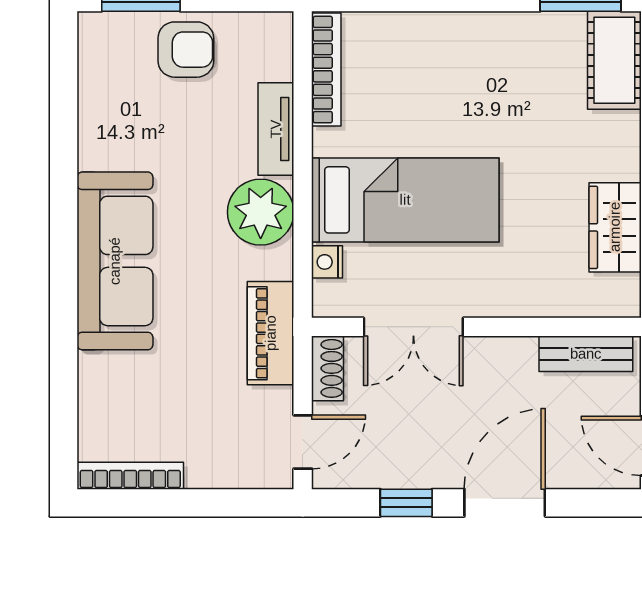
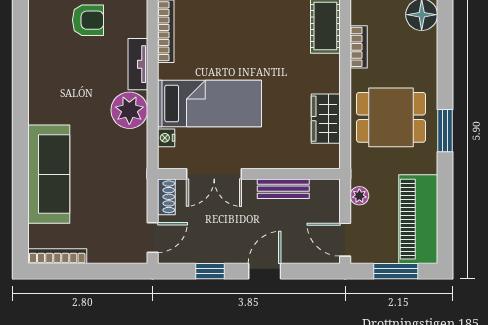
sofa: (115, 261) -> (49, 174), moved
piano: (271, 333) -> (135, 177), removed
bench: (586, 354) -> (283, 189), moved
door: (505, 503) -> (265, 271), width x0.73

